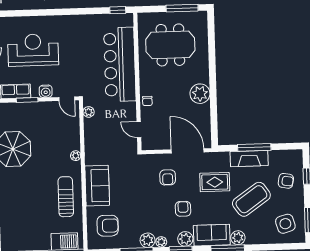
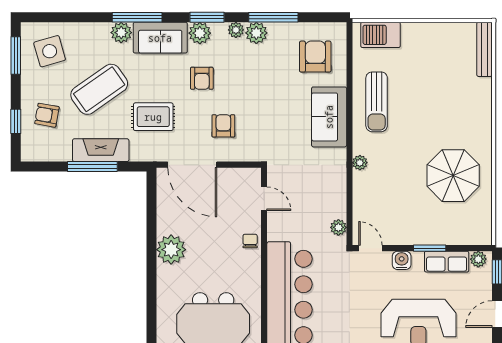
armchair: (108, 226) -> (315, 57), turned 90

